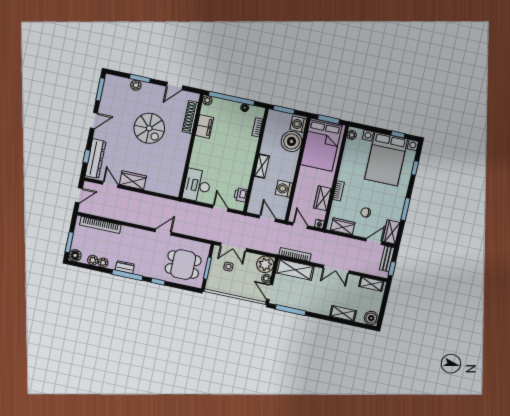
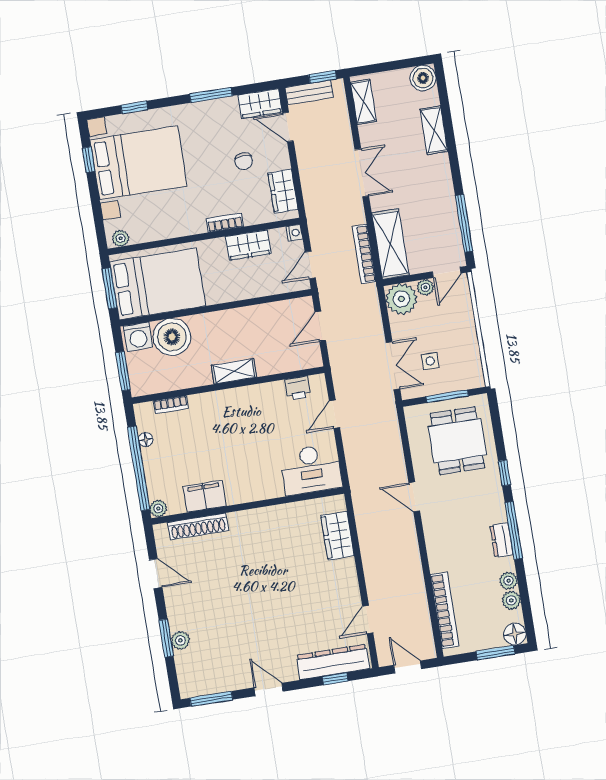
spiral stairs: (149, 128) -> (245, 590), removed
wardrobe: (133, 180) -> (337, 536), moved
washing machine: (284, 189) -> (258, 318), removed

